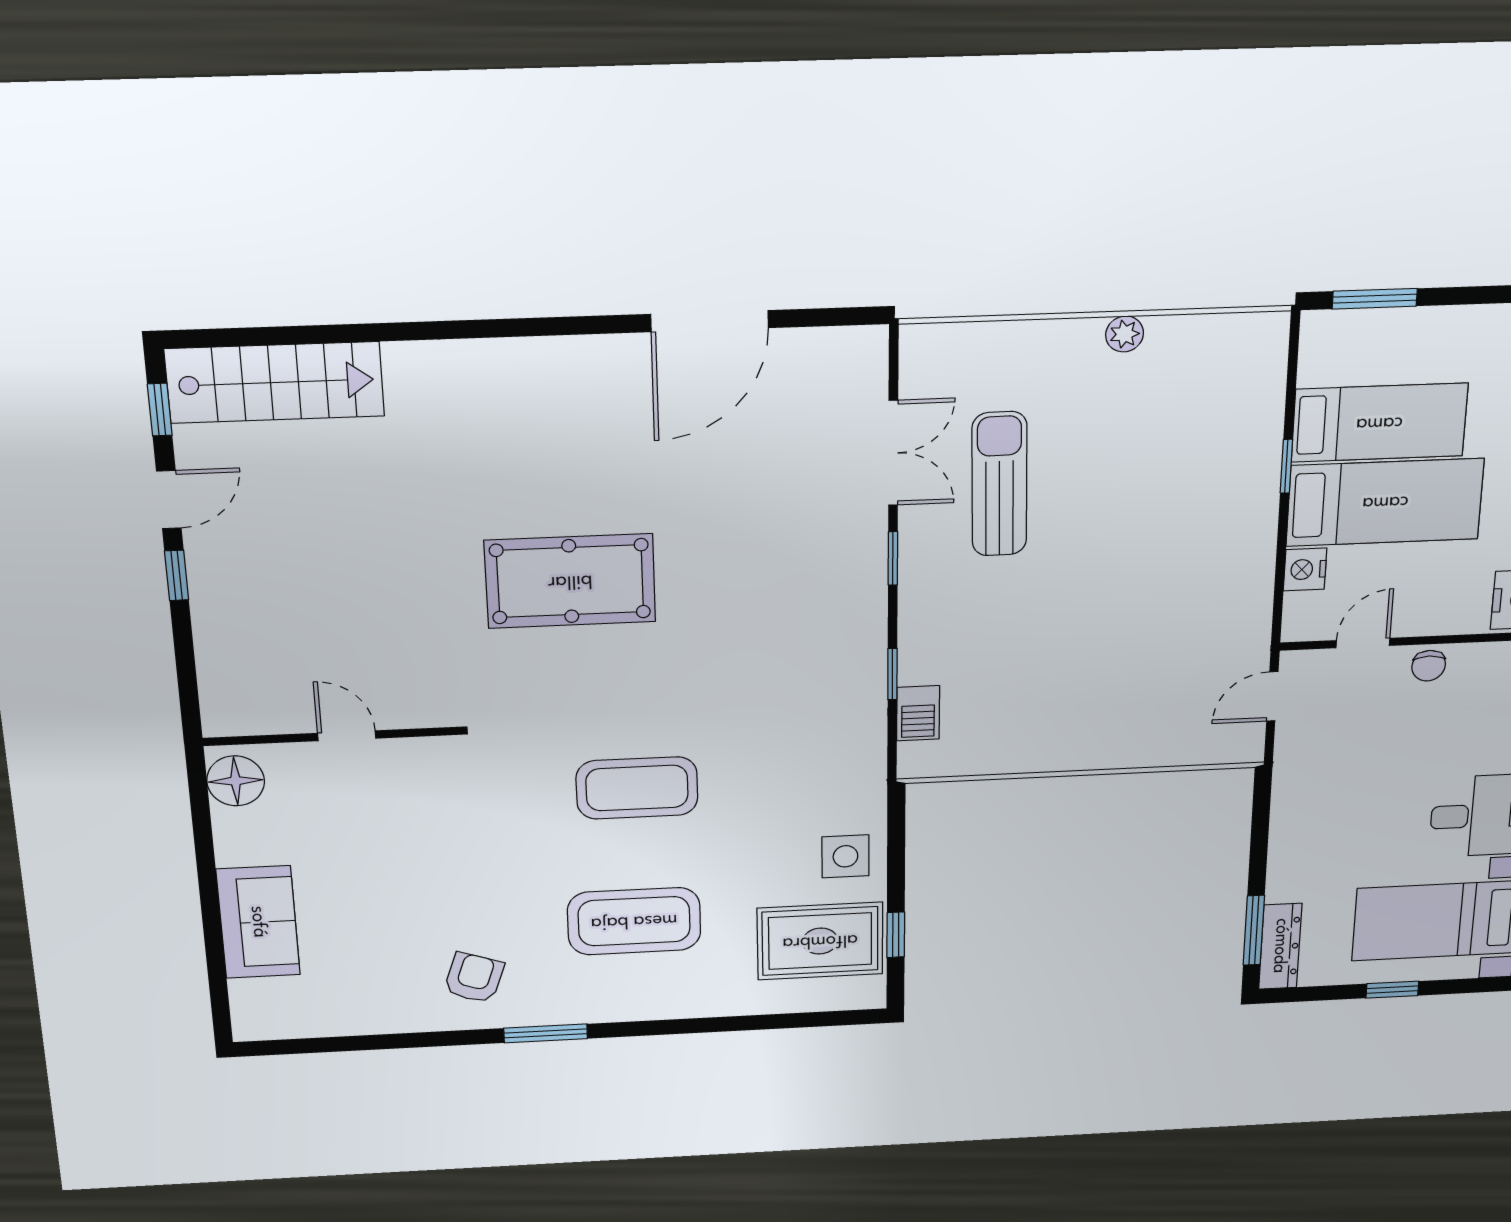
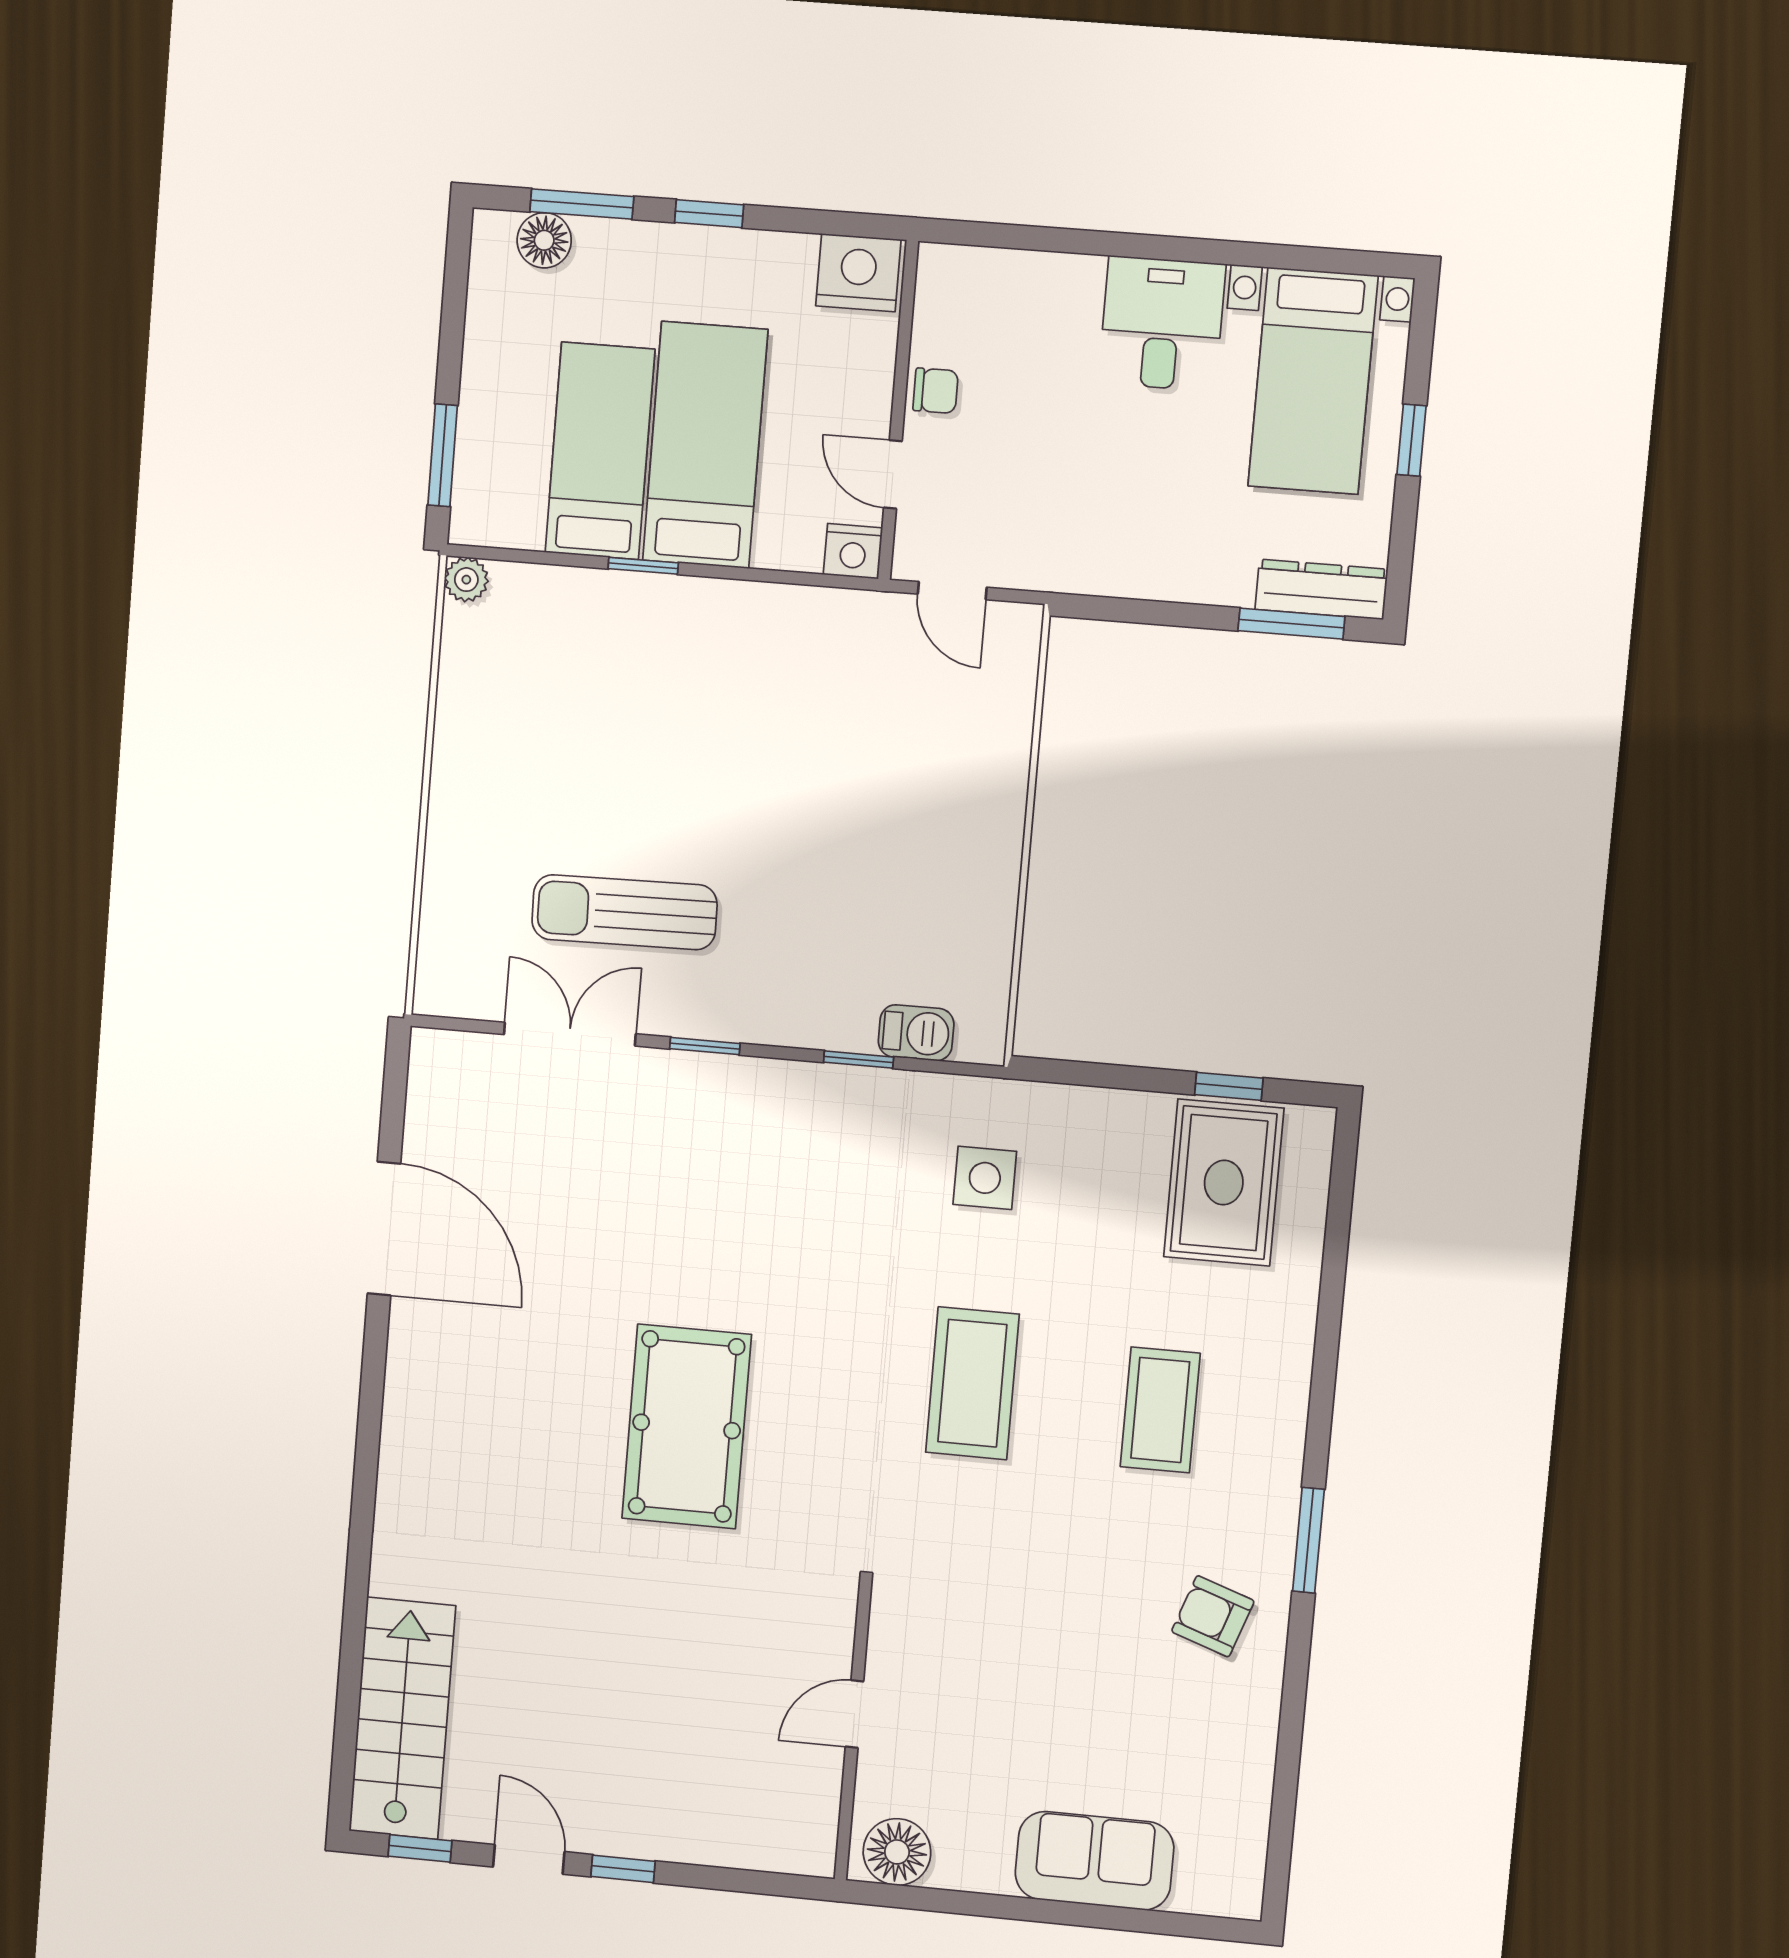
plant: (1125, 334) -> (466, 580), moved
nightstand: (1305, 569) -> (853, 551), moved
side table: (845, 856) -> (985, 1178), moved
coffee table: (634, 921) -> (1160, 1410), width x0.73, depth x0.76

